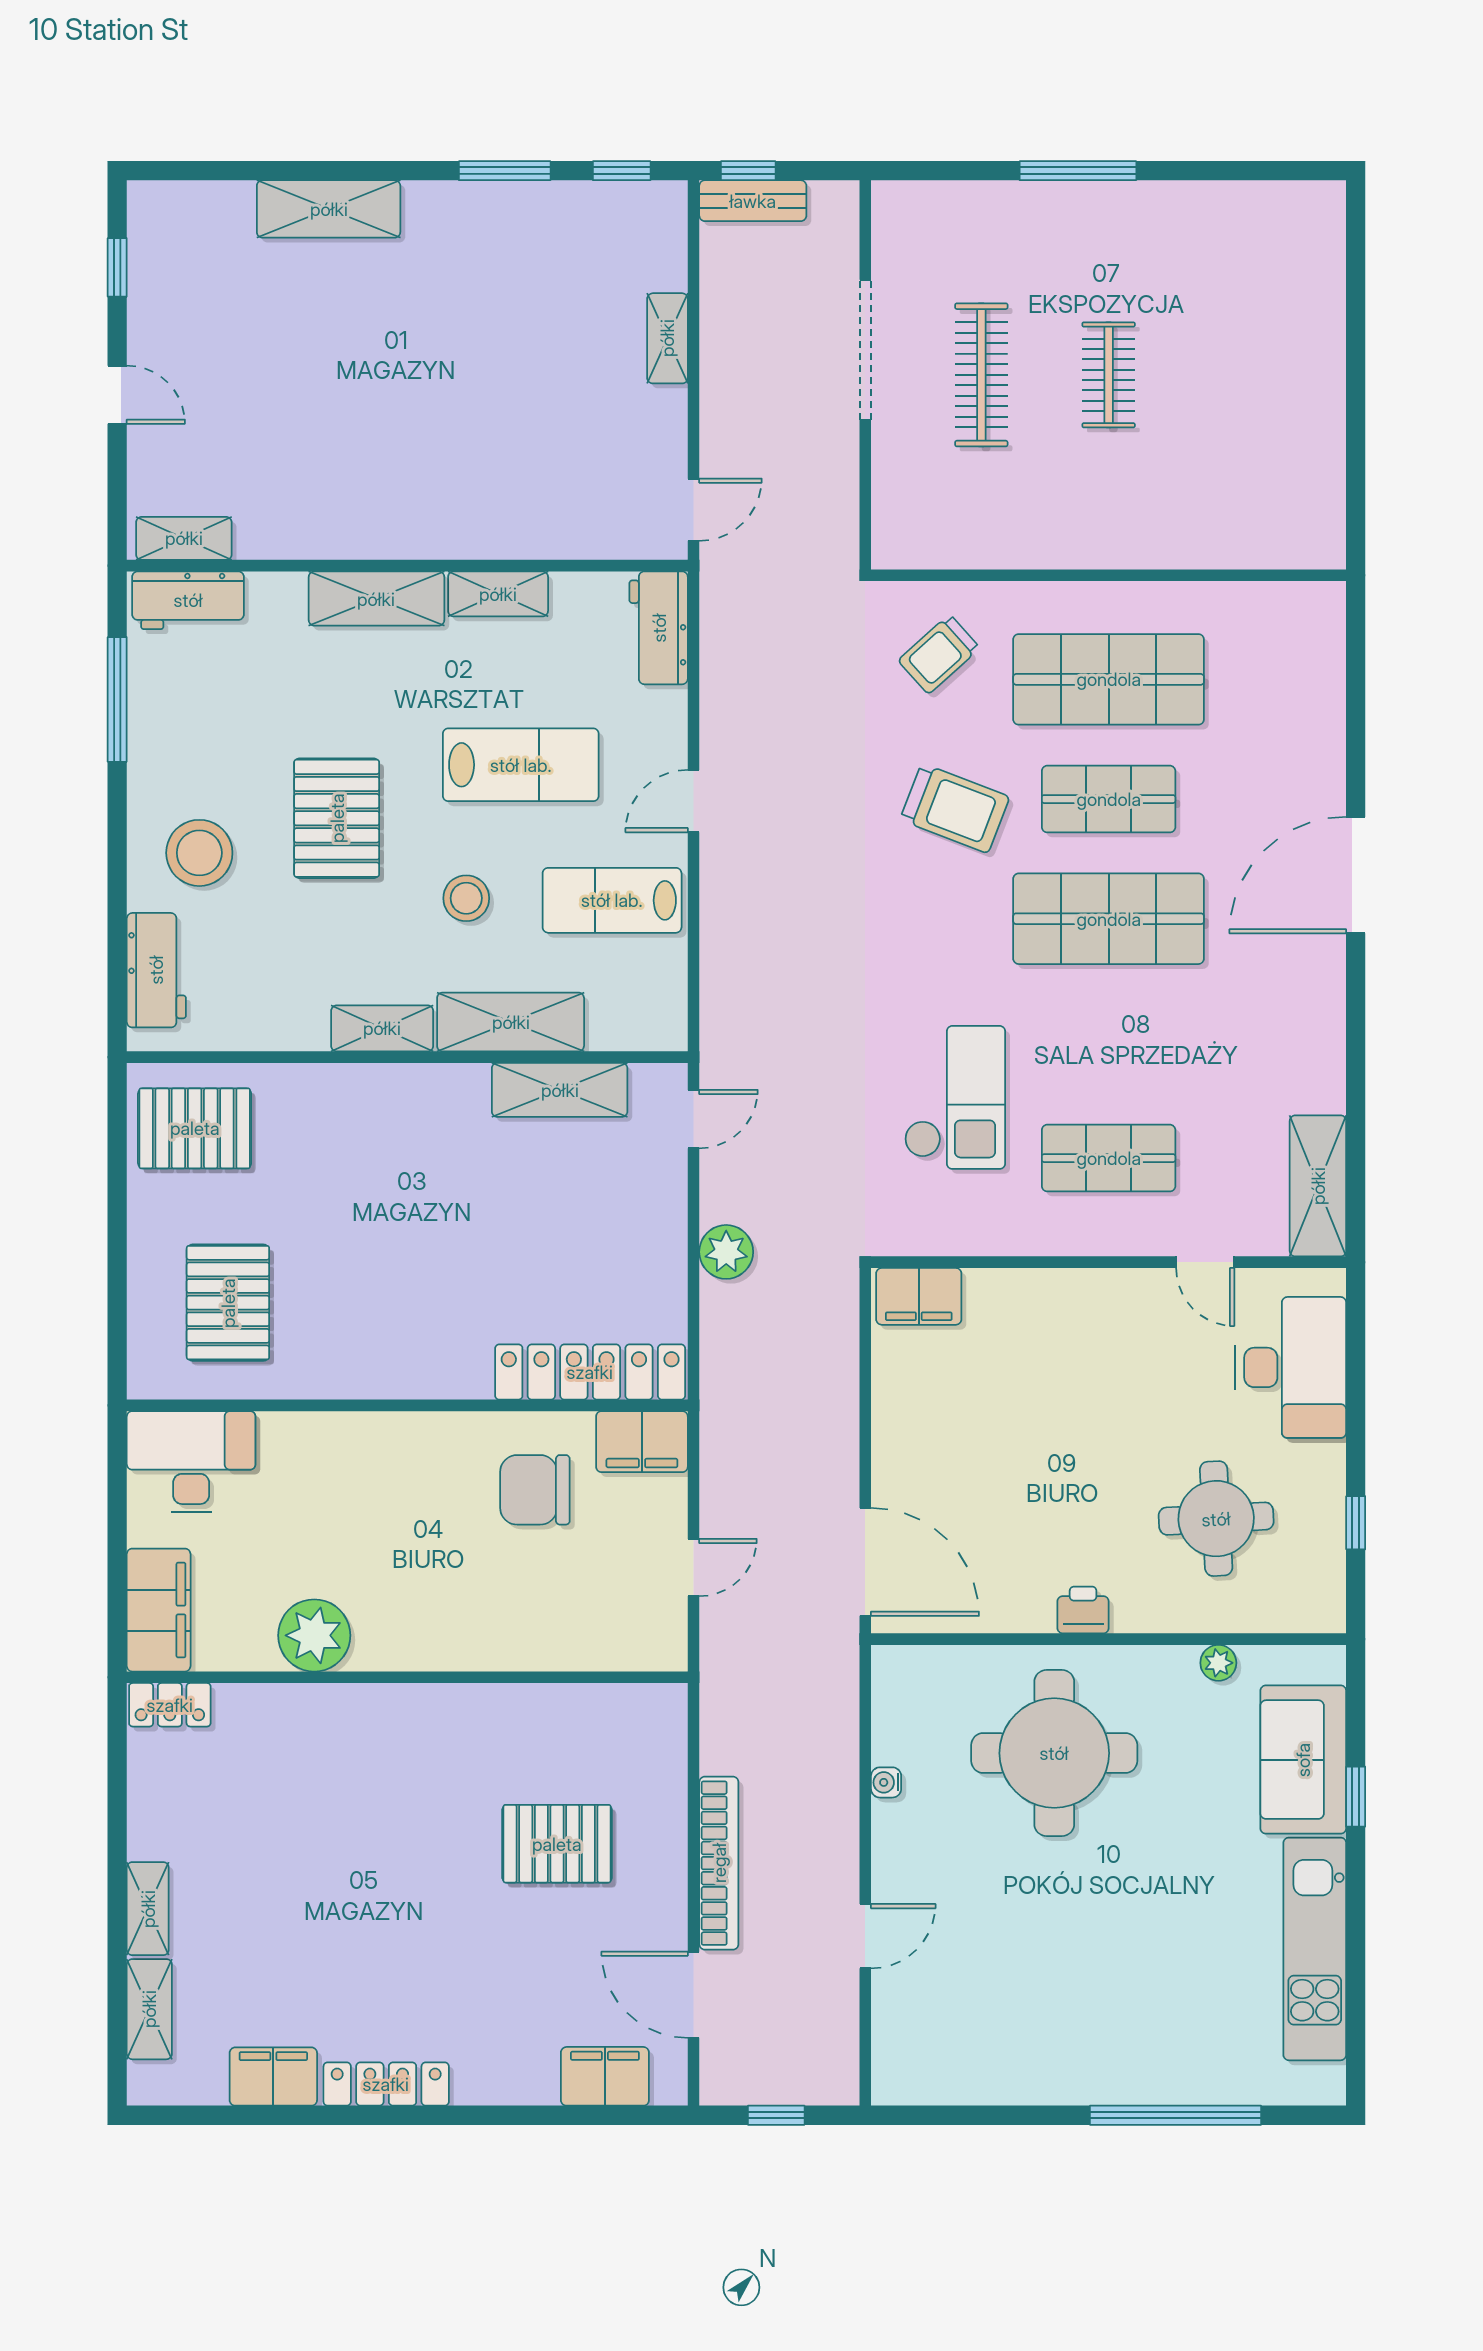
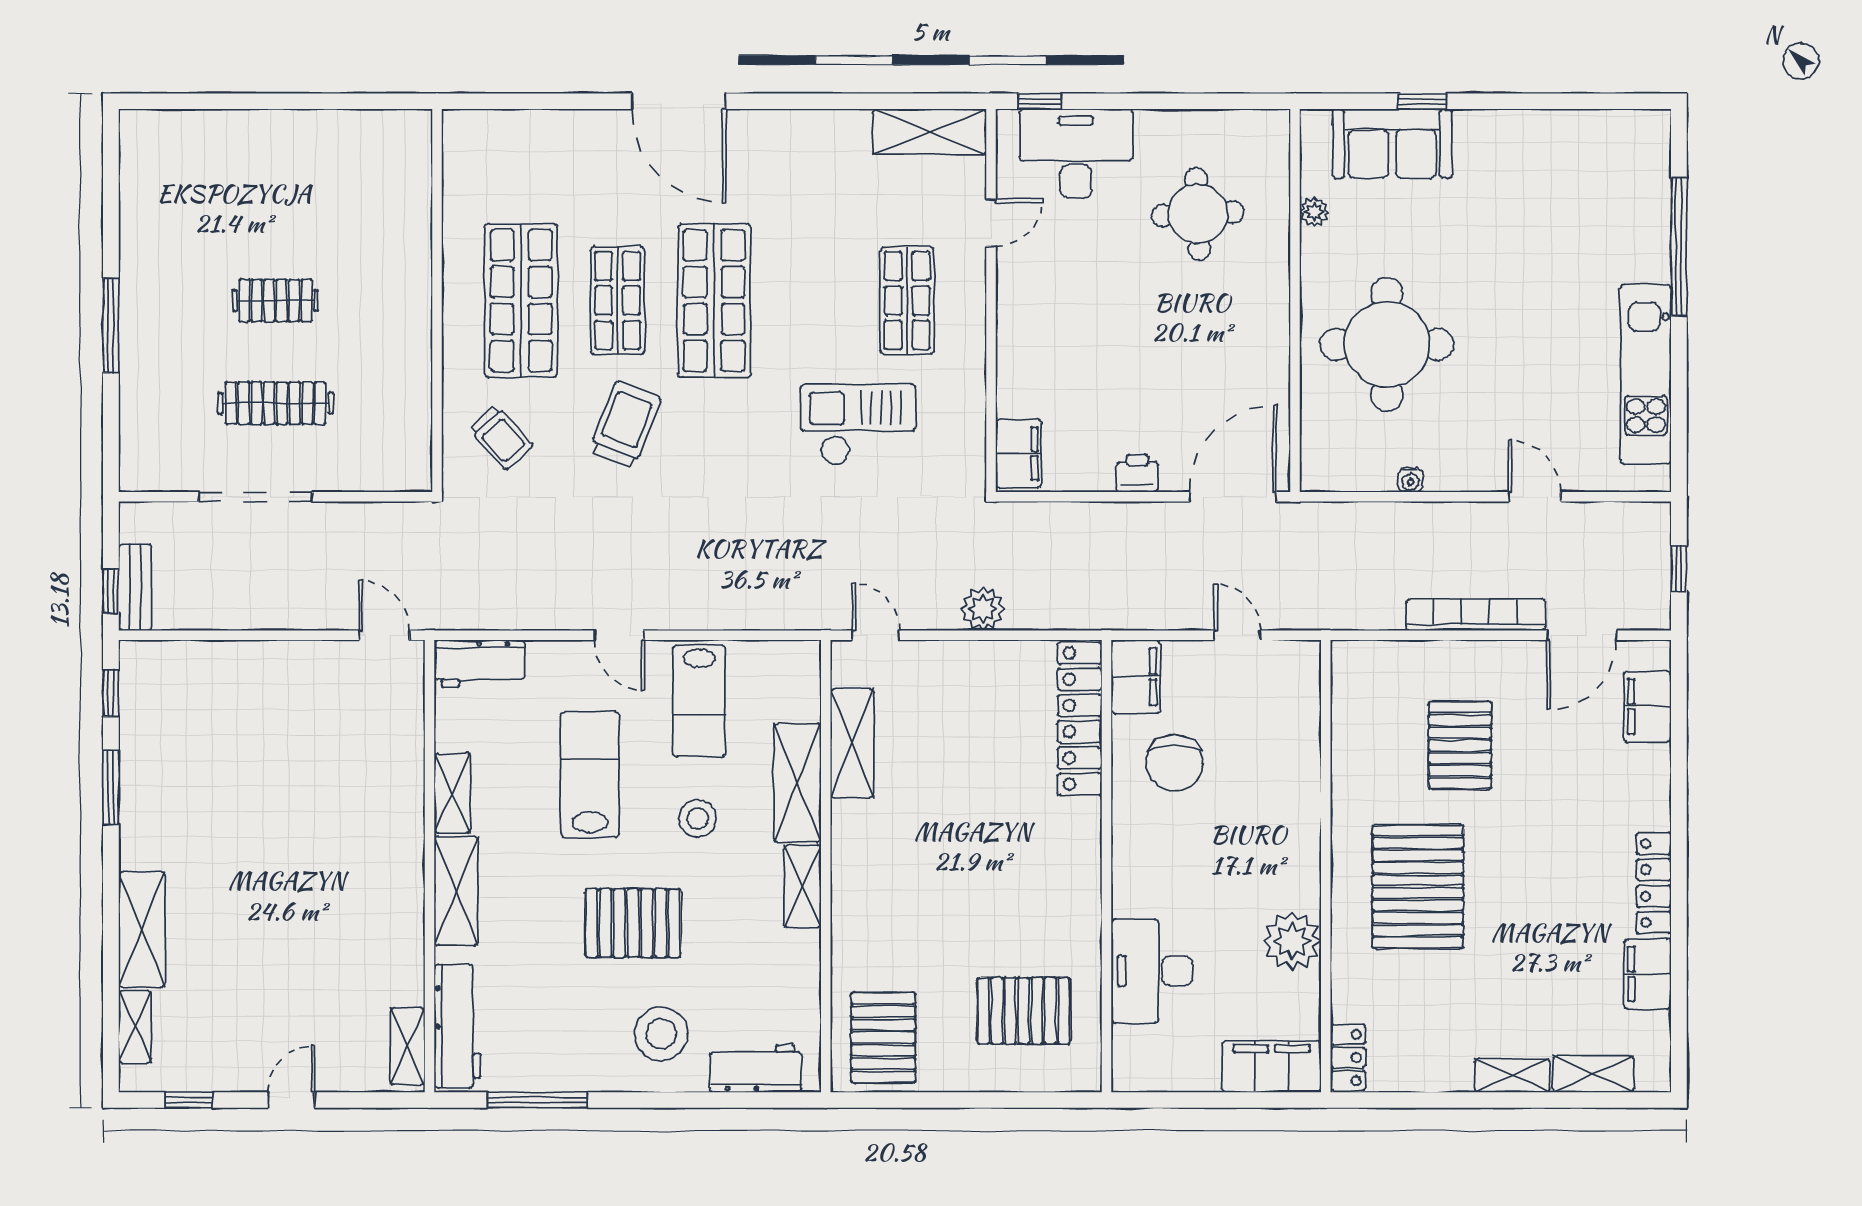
shelving: (667, 338) -> (135, 1027), moved, turned 90
workbench: (188, 600) -> (457, 1026), width x1.38
desk: (191, 1462) -> (1152, 971), moved
window: (1356, 1523) -> (1040, 101), moved
printer: (1083, 1610) -> (1137, 473), moved, turned 90
pallet: (382, 1792) -> (1418, 887), added
kitchen unit: (1315, 1949) -> (1646, 374), moved, turned 90

